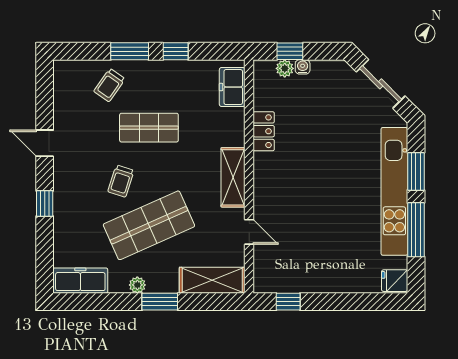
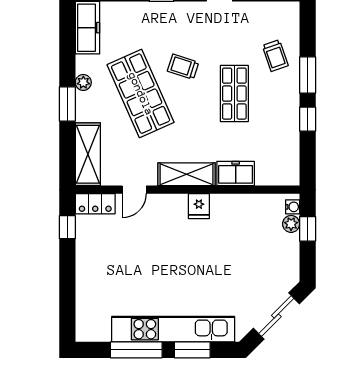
water cooler: (303, 67) -> (293, 207), moved
trolley: (109, 85) -> (275, 56), turned -144
freezer: (232, 87) -> (236, 173), moved
locker: (264, 131) -> (95, 204), moved
fridge: (395, 281) -> (199, 206), moved, turned 180

